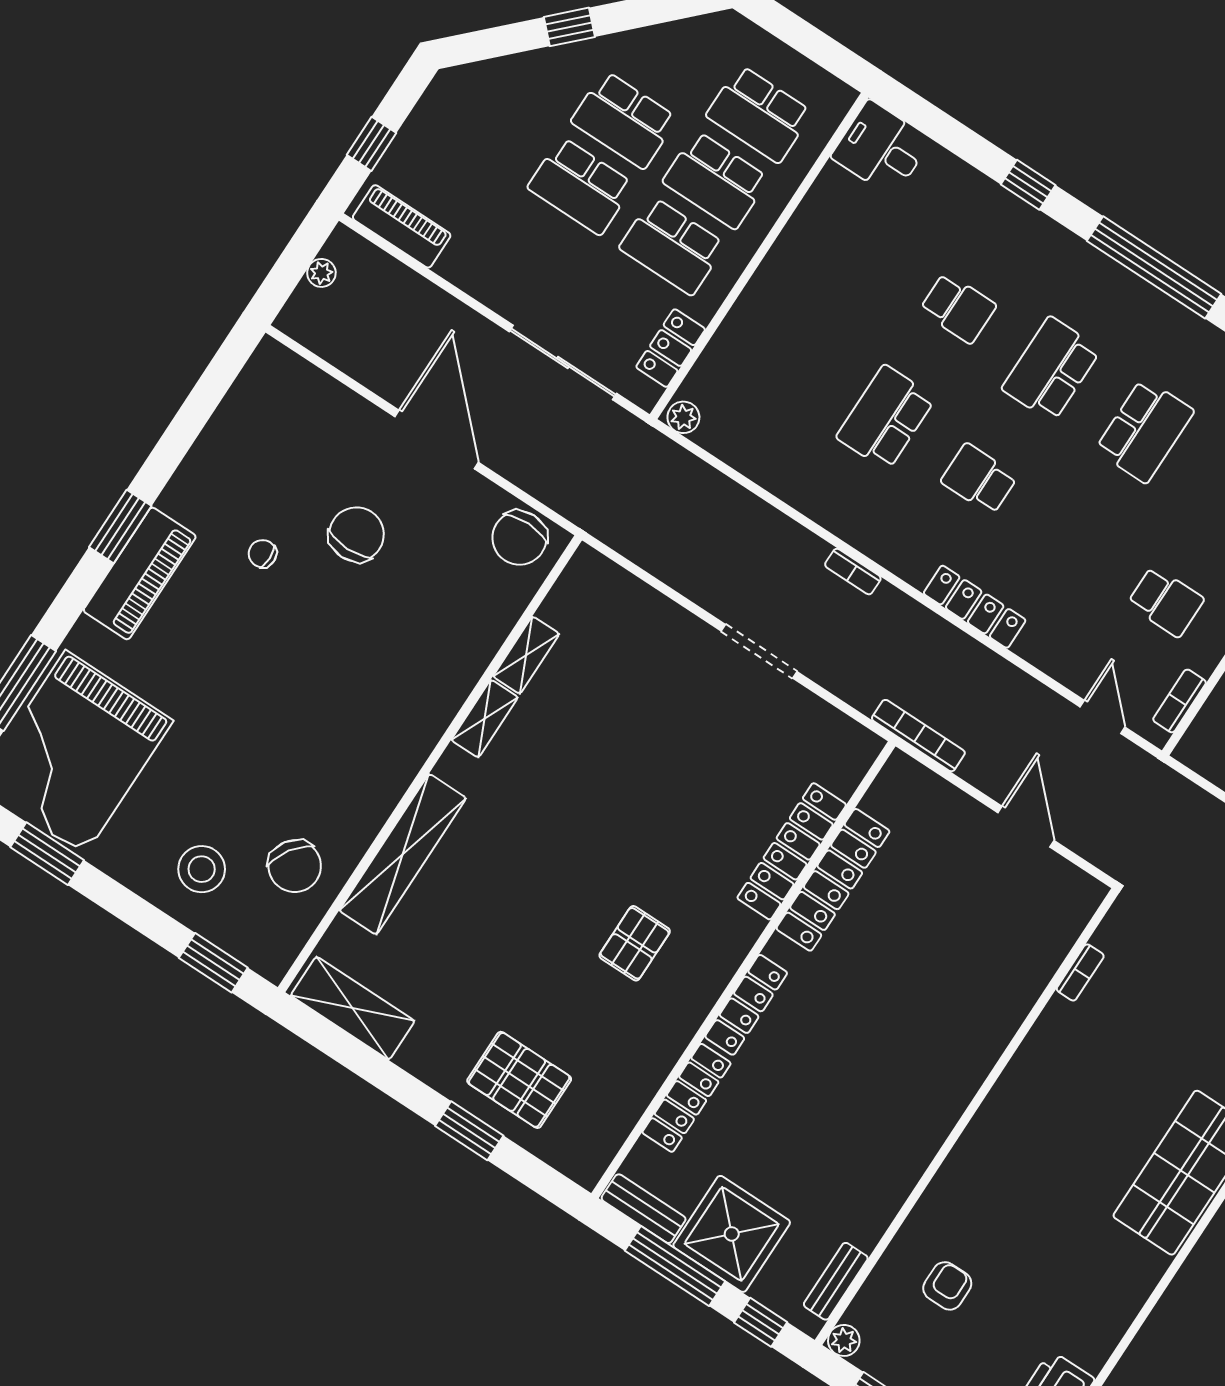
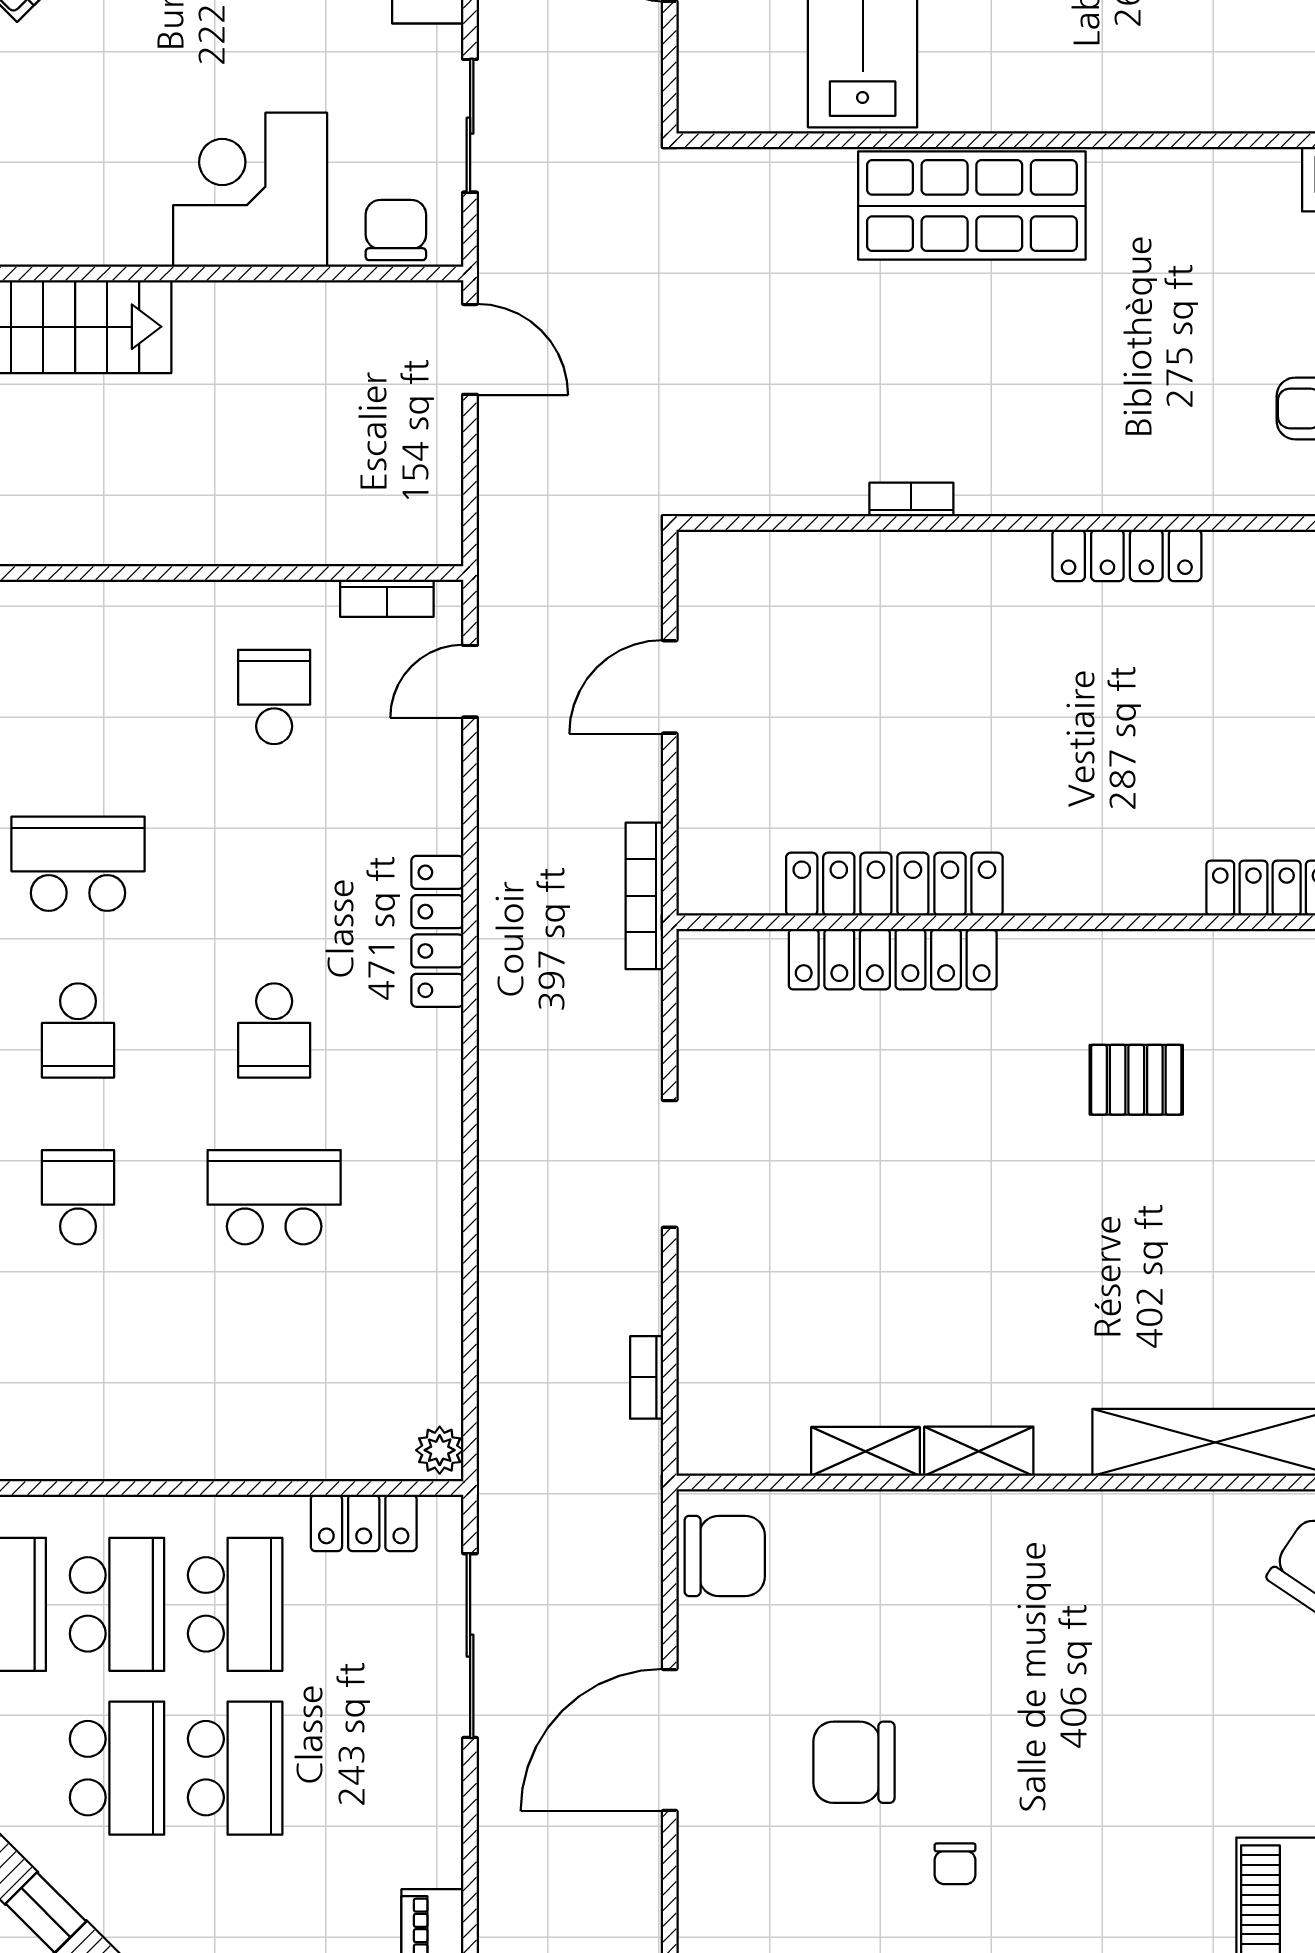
school desk: (1051, 369) -> (78, 1030), width x0.54
school desk: (886, 418) -> (274, 1197), turned 180
bookcase: (853, 572) -> (647, 1377), moved, turned 180
bookcase: (1080, 972) -> (911, 500), moved
locker: (746, 1005) -> (1127, 555), moved, turned 180

